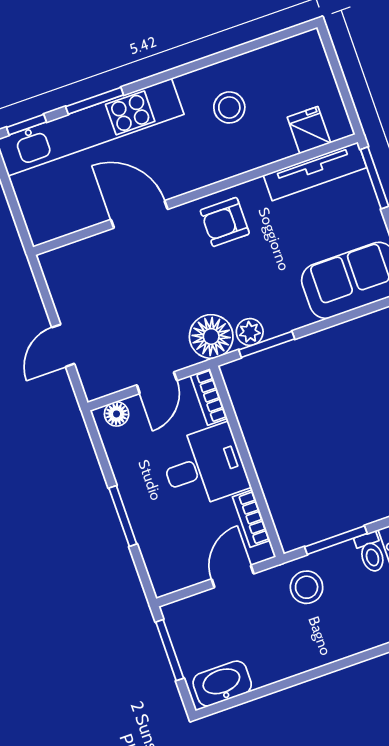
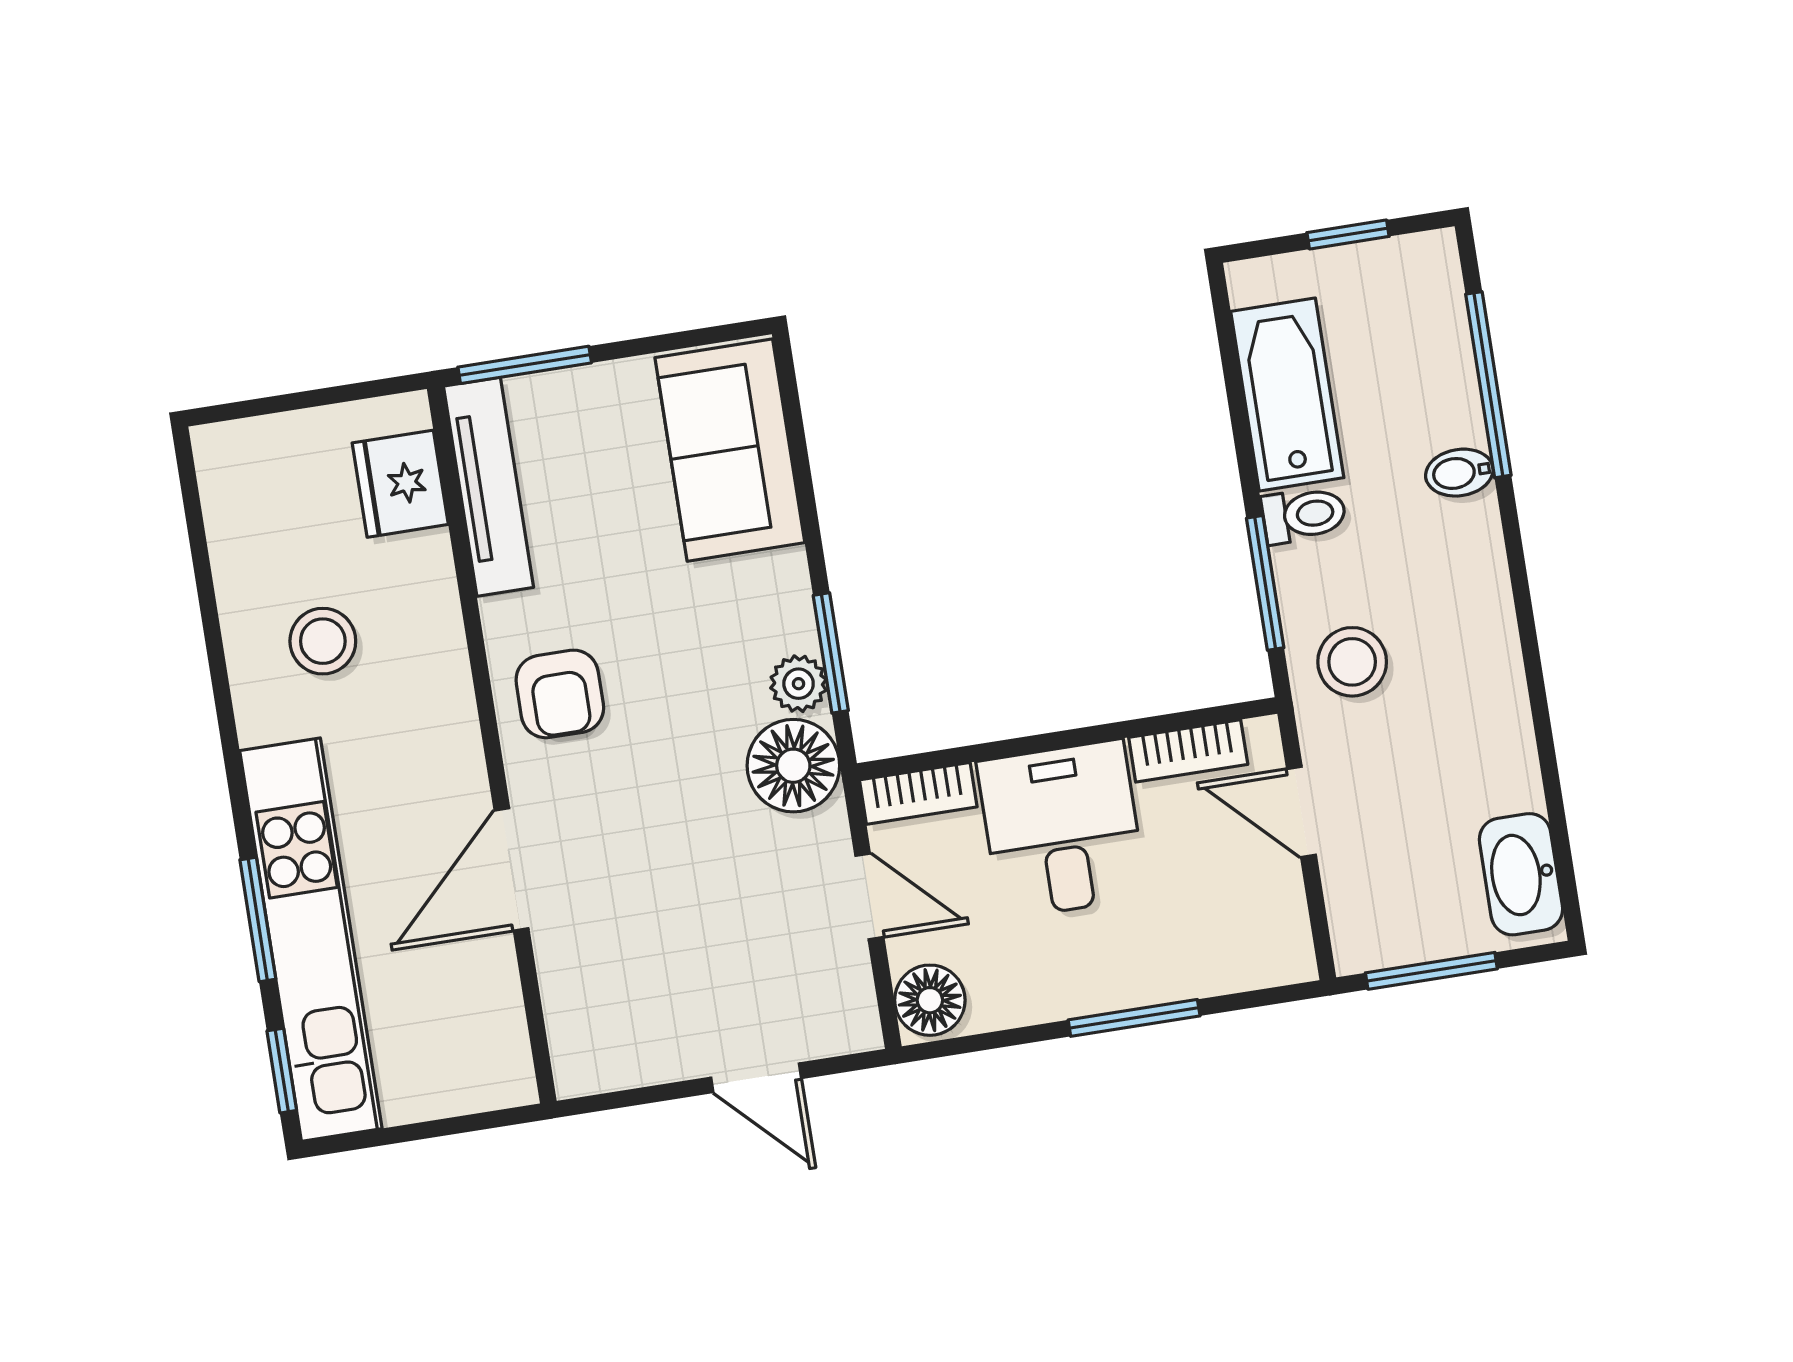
fridge: (309, 130) -> (400, 484), width x1.38
floor lamp: (117, 414) -> (930, 1000), width x1.37, depth x1.37

